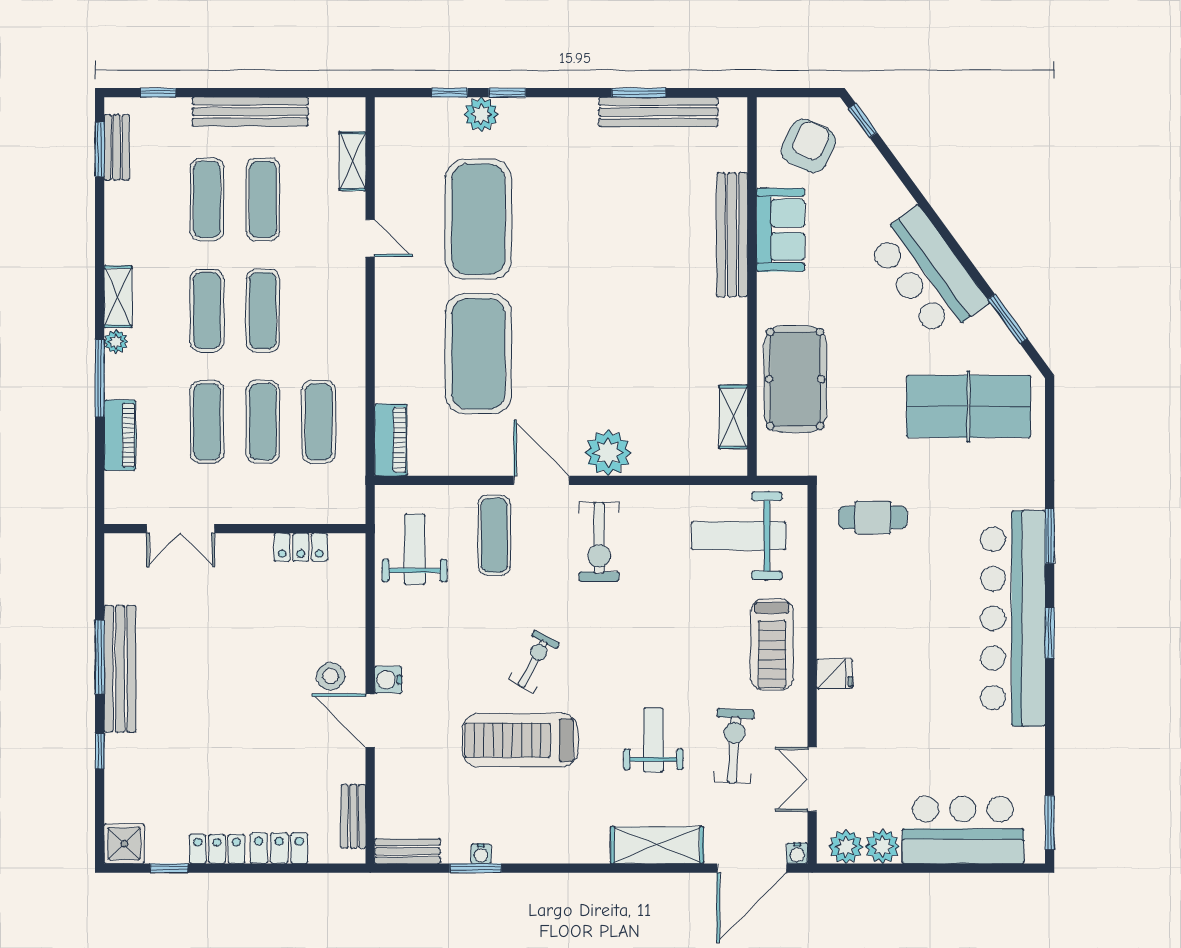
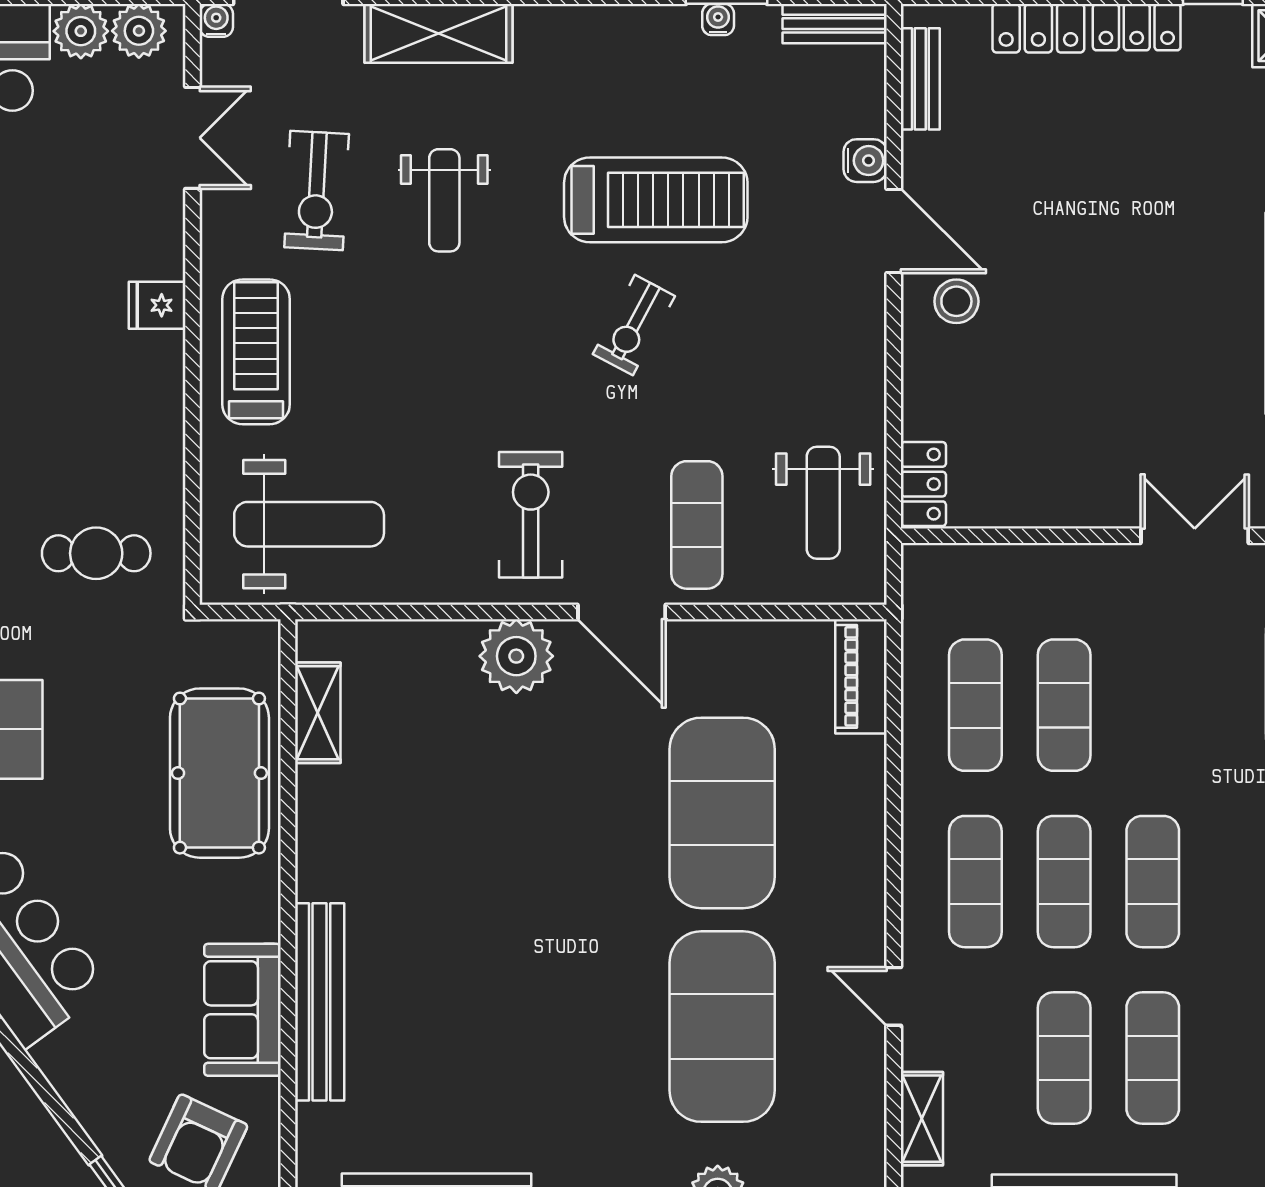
exercise mat: (207, 422) -> (975, 882), moved
locker: (301, 547) -> (923, 484), moved, turned 90
water cooler: (388, 680) -> (865, 161), moved

